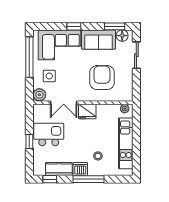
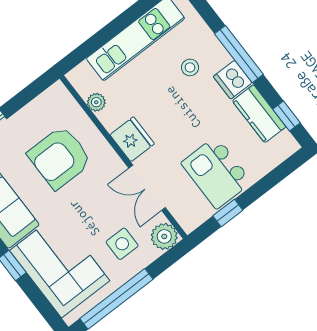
double door: (64, 103) -> (147, 188), swing flipped
plant: (125, 109) -> (96, 102), moved
window: (29, 142) -> (228, 213), moved

